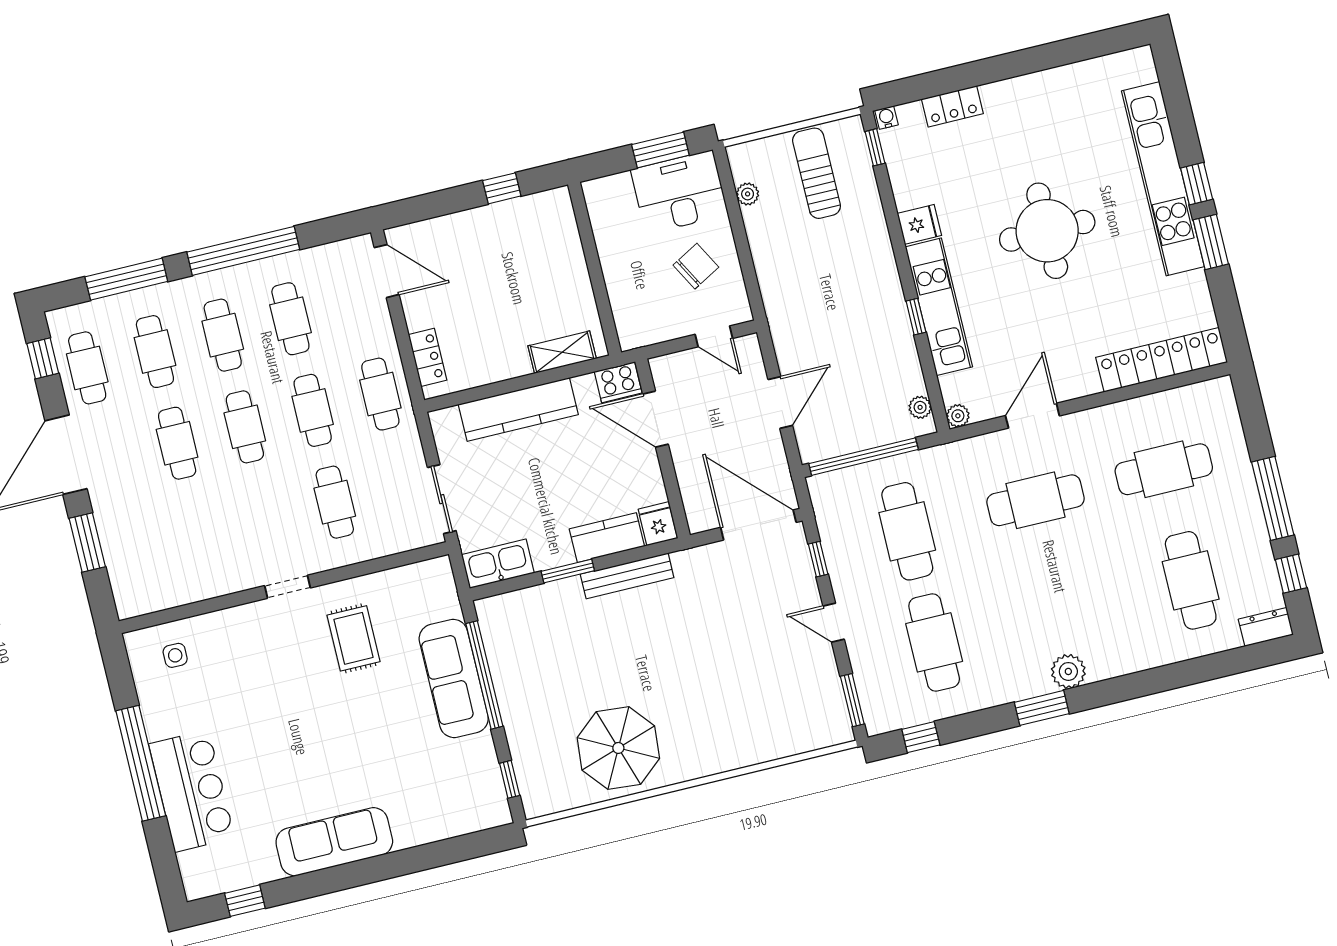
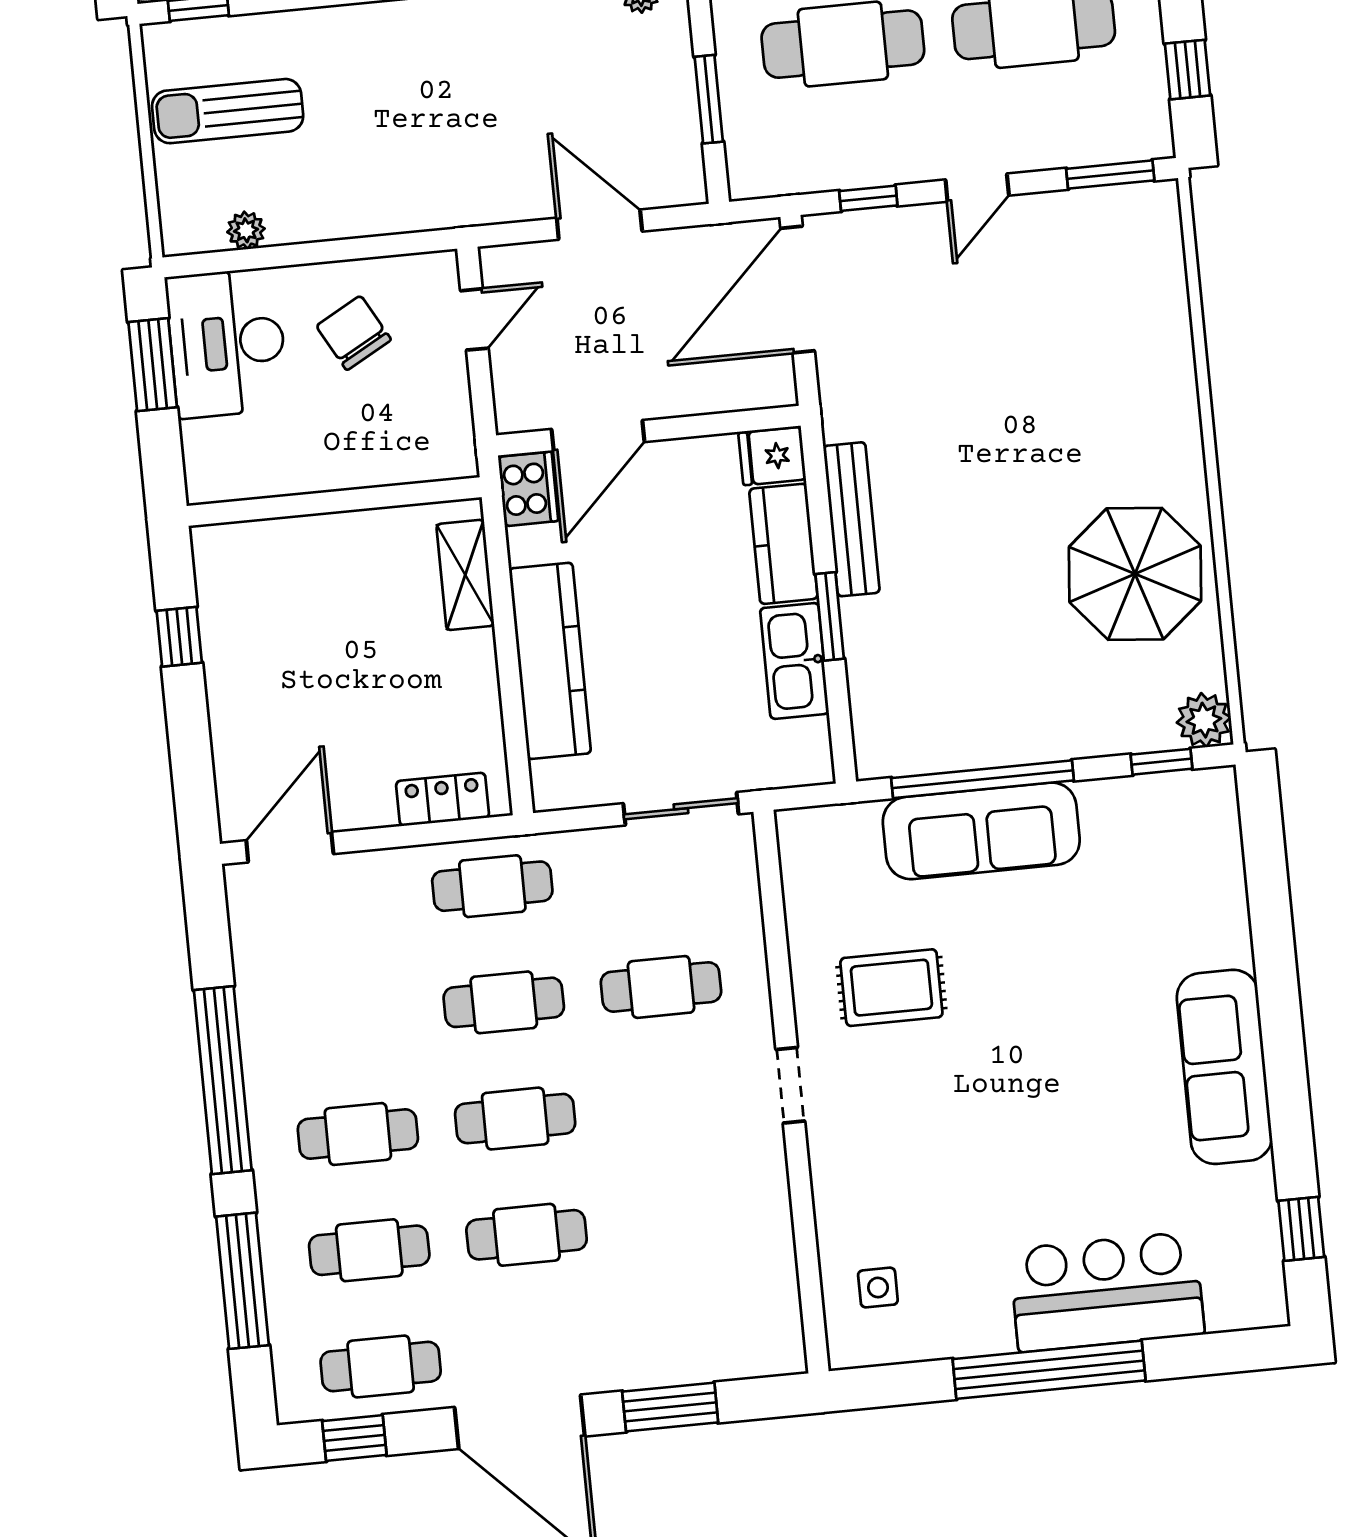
cafe table: (290, 319) -> (346, 1018), removed
window: (864, 457) -> (709, 99), width x0.47
kitchen sink: (498, 564) -> (794, 661), moved
plant: (538, 801) -> (1204, 720), added

